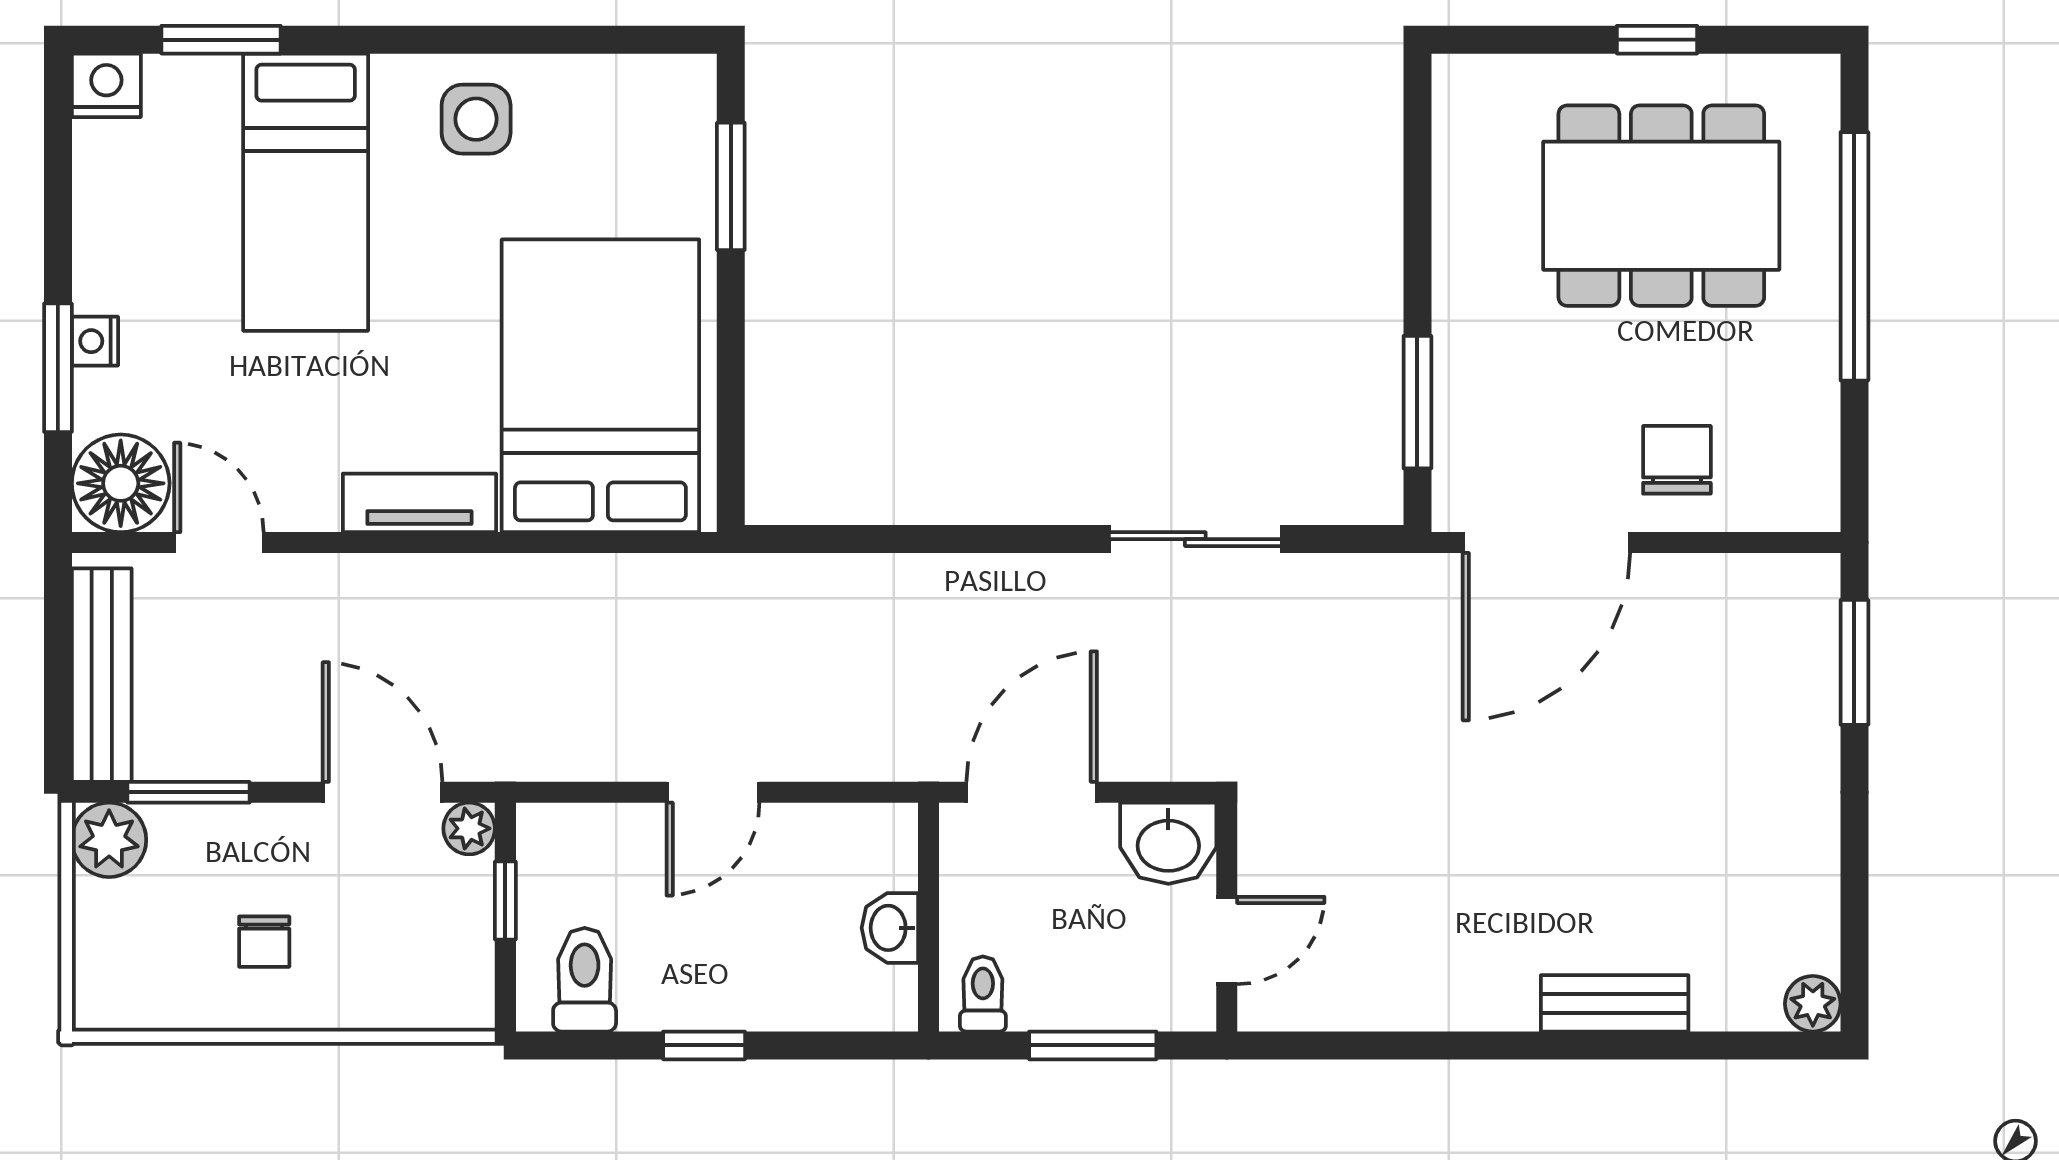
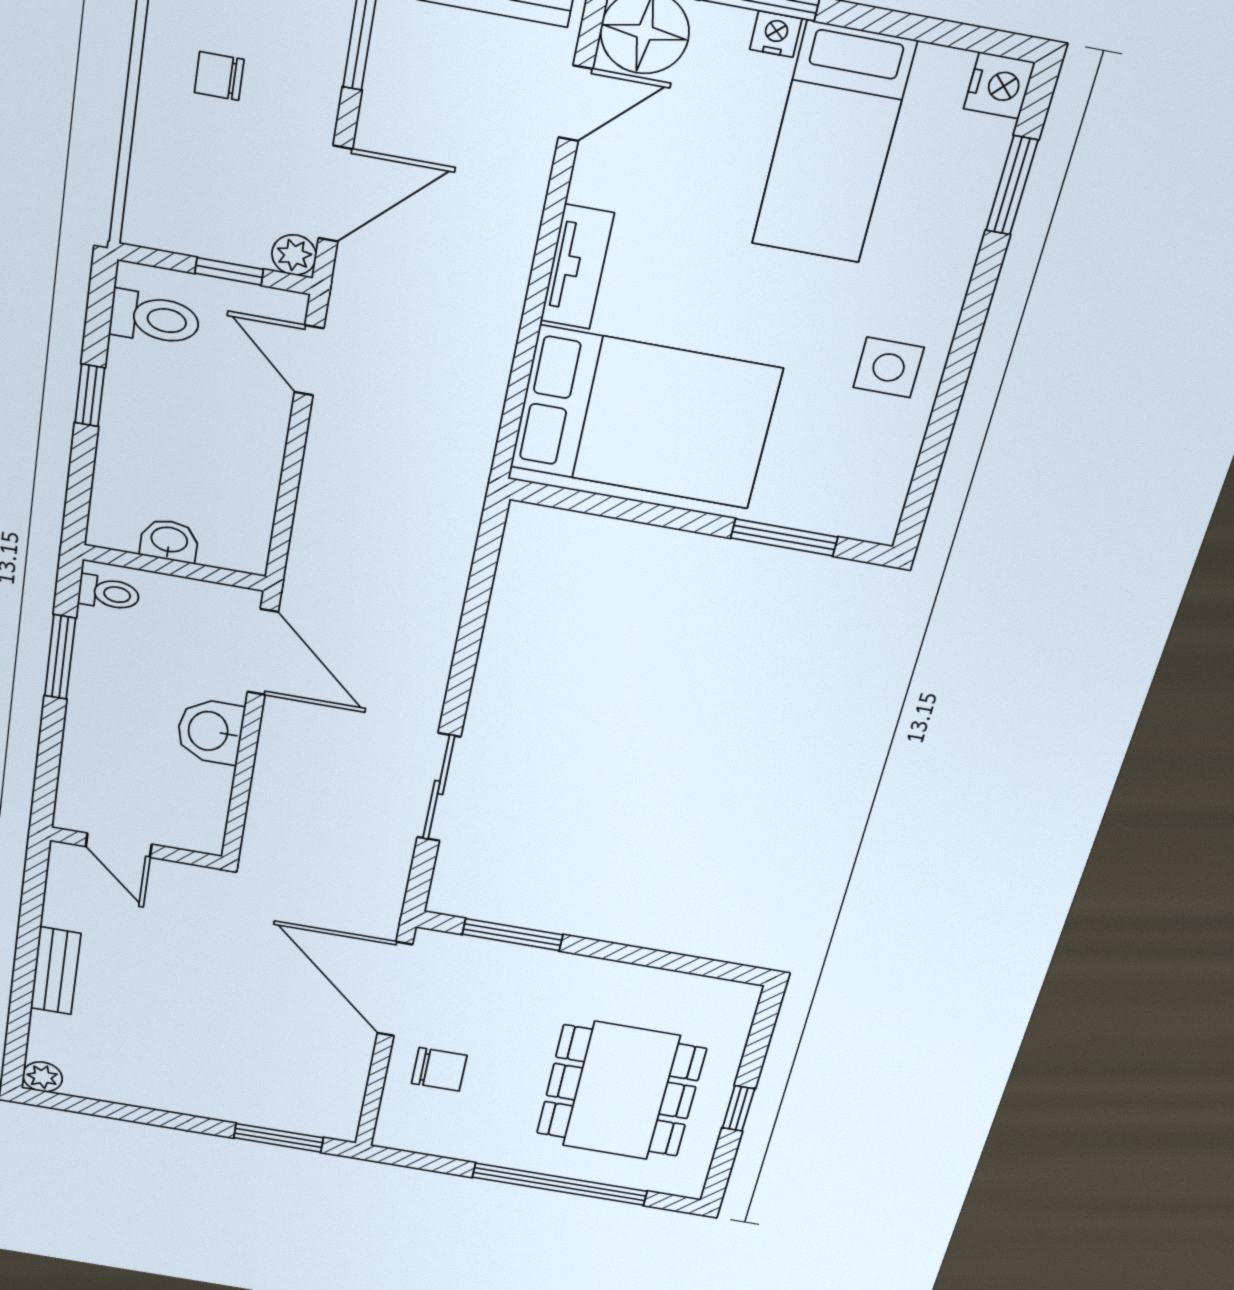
bed: (306, 192) -> (833, 144), moved, turned -90
door: (713, 792) -> (309, 360), moved
wall: (1227, 917) -> (136, 848), moved
door: (1227, 940) -> (119, 845), moved

